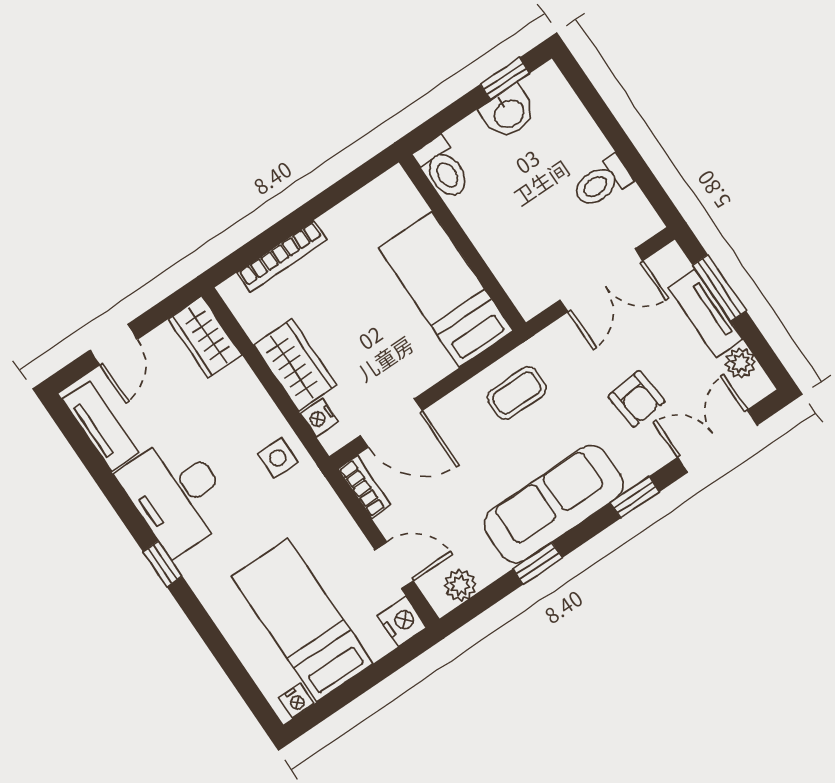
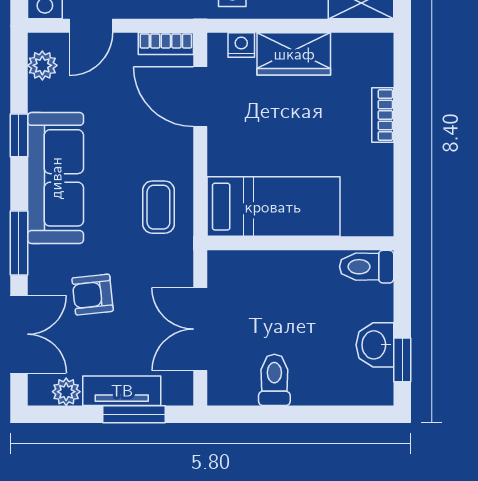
bookcase: (282, 256) -> (383, 115), width x0.64
door: (391, 423) -> (200, 97), hinge flipped
window: (635, 497) -> (19, 243), width x1.50

